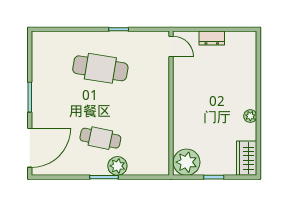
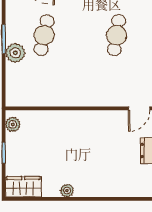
cafe table: (100, 68) -> (116, 35), width x0.73, depth x0.74
plant: (187, 162) -> (13, 124), width x0.53, depth x0.53

